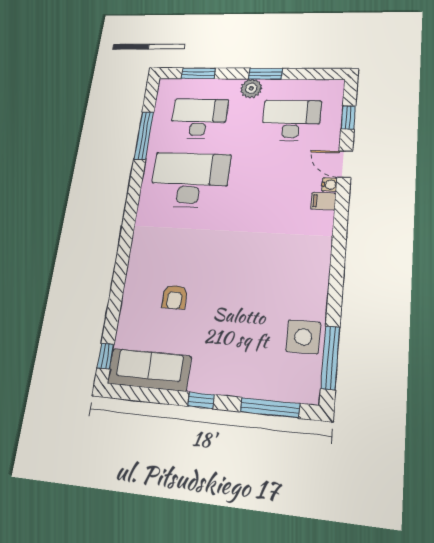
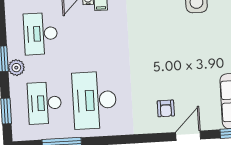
armchair: (175, 297) -> (166, 108), moved, turned 90
door: (116, 298) -> (188, 136), added

